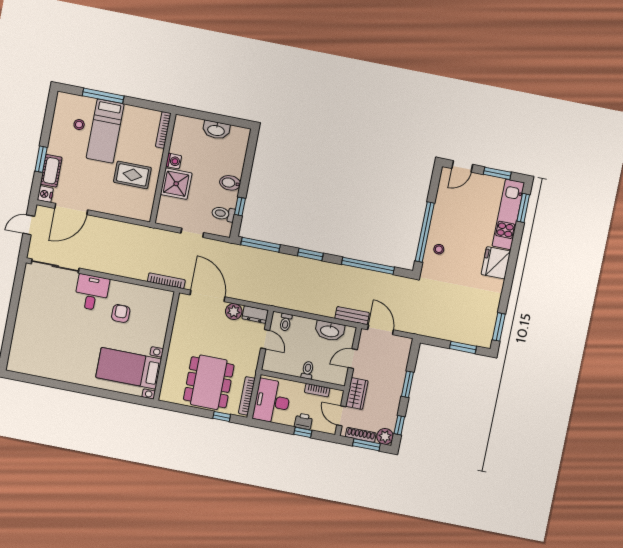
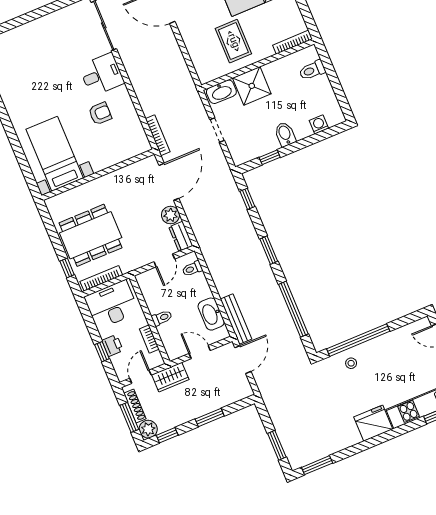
washbasin: (216, 130) -> (221, 92), moved, turned -90
washing machine: (174, 161) -> (319, 124), moved, turned 180
toilet: (223, 214) -> (312, 70), moved, turned -90
window: (260, 245) -> (247, 199), width x0.46
bench: (352, 316) -> (236, 319), width x1.36

